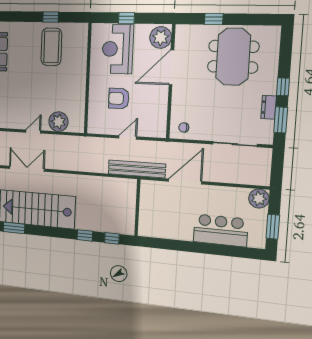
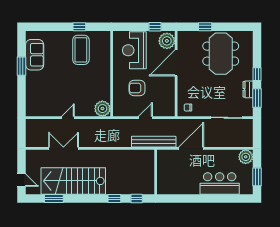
window: (126, 18) -> (155, 27), moved
plant: (58, 122) -> (102, 109), moved

